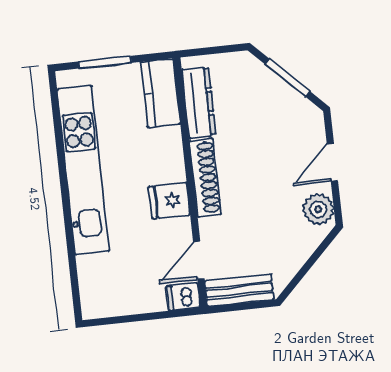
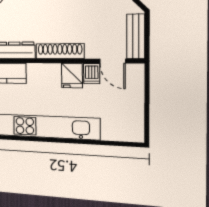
dishwasher: (183, 297) -> (92, 74), moved

